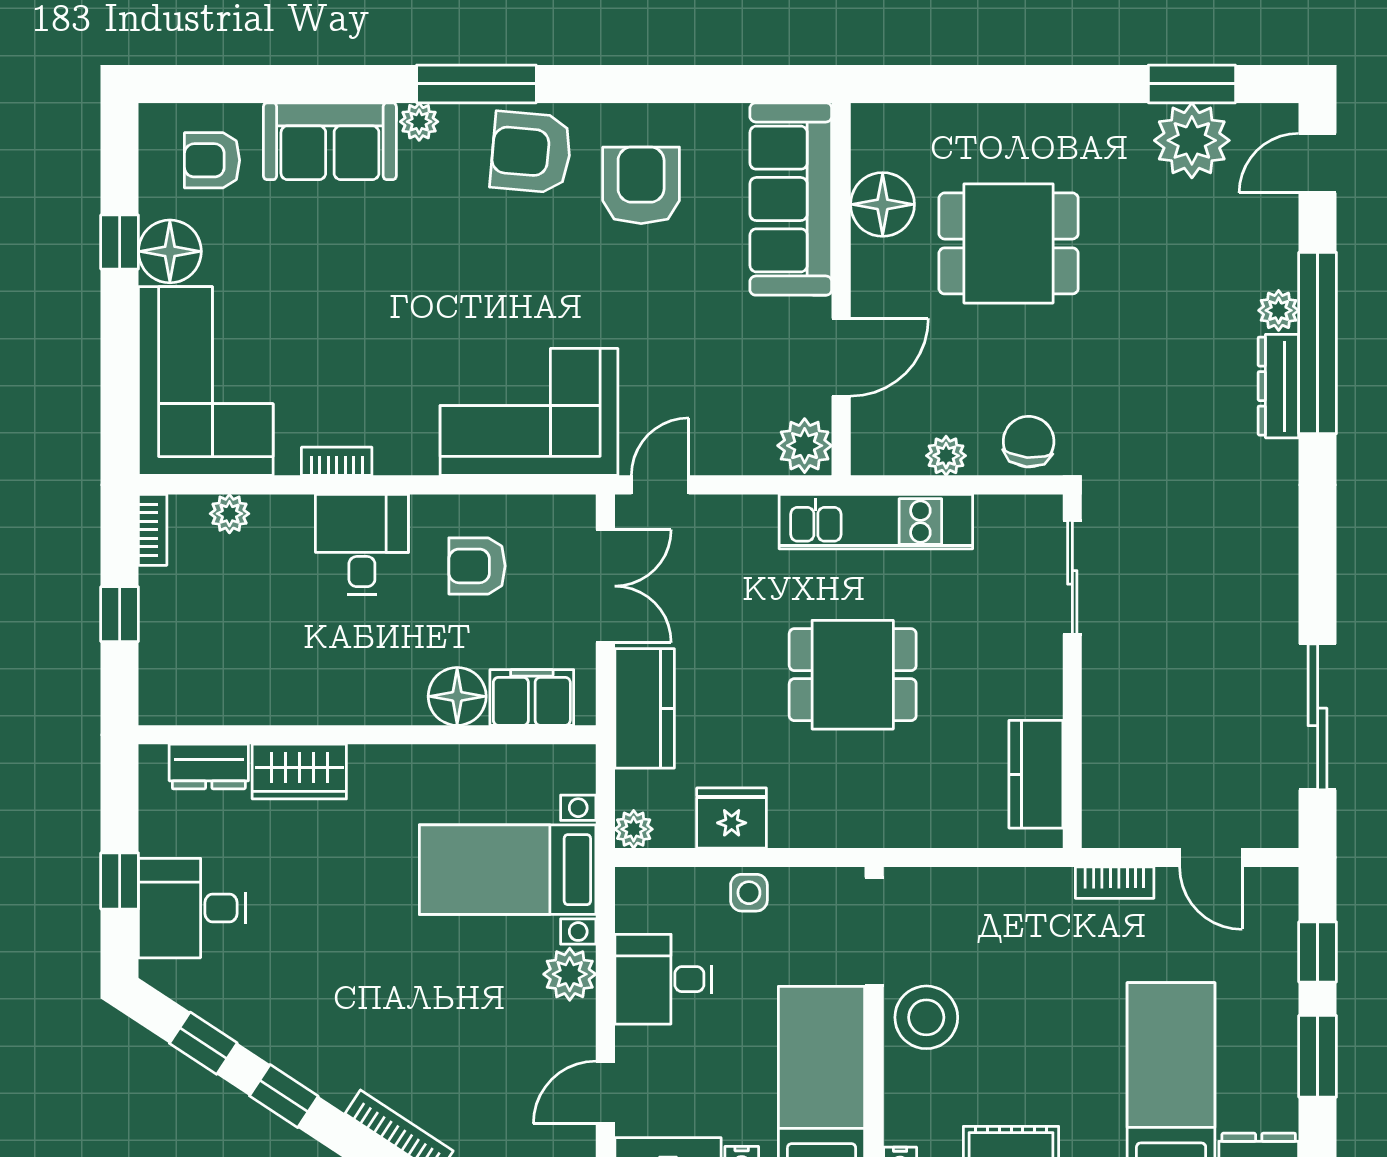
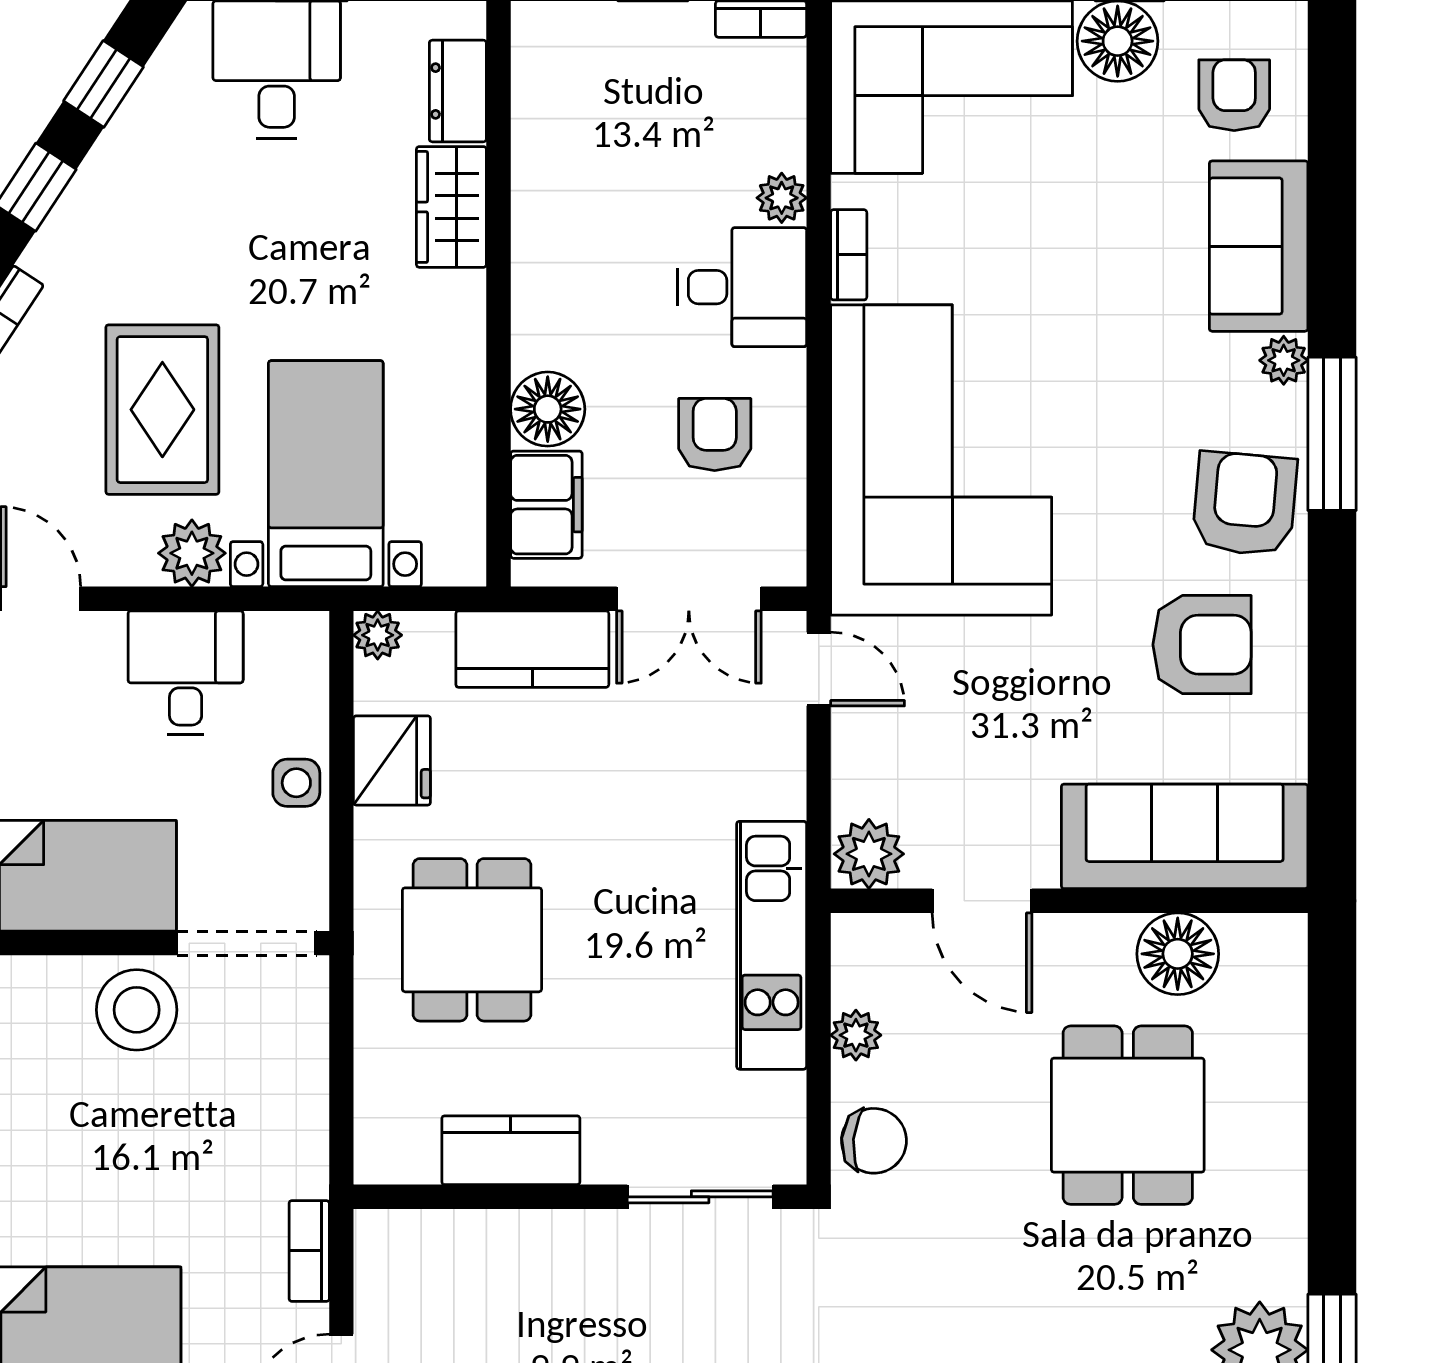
corner sofa: (529, 412) -> (941, 460), width x1.36, depth x1.36
plant: (229, 514) -> (782, 198), moved
dining table: (853, 675) -> (472, 940), moved
kitchen counter: (1036, 774) -> (511, 1150), moved
rug: (458, 997) -> (162, 410), added

